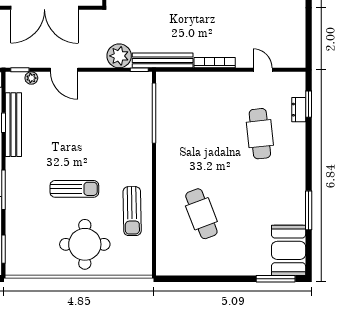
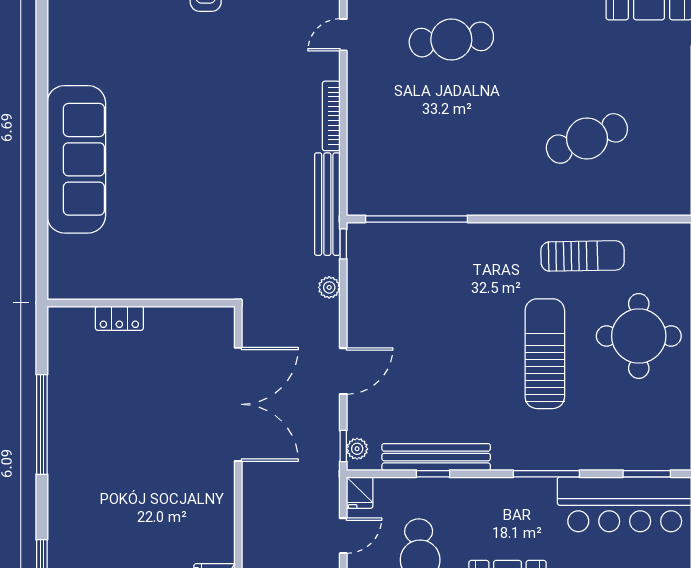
plant: (119, 56) -> (329, 287), width x0.53, depth x0.53
plant: (31, 78) -> (357, 449), moved
sun lounger: (74, 189) -> (545, 354), width x1.36, depth x1.34

